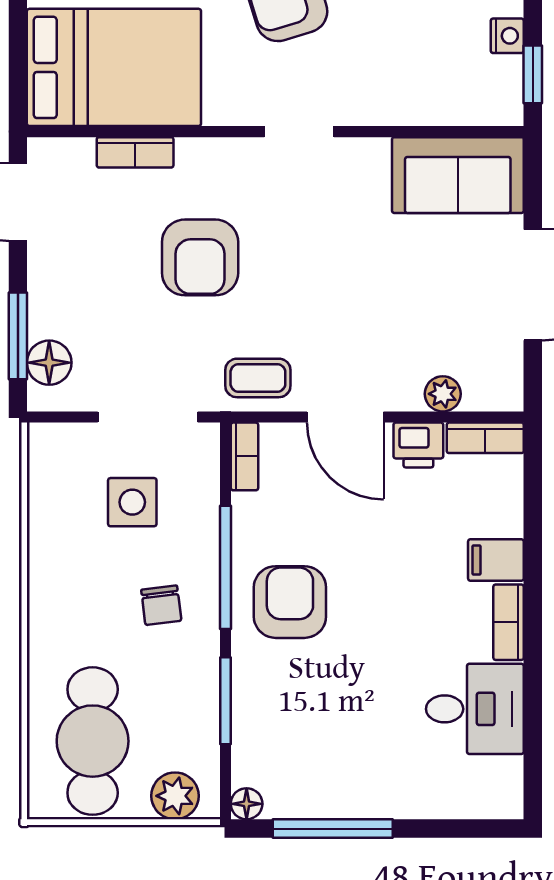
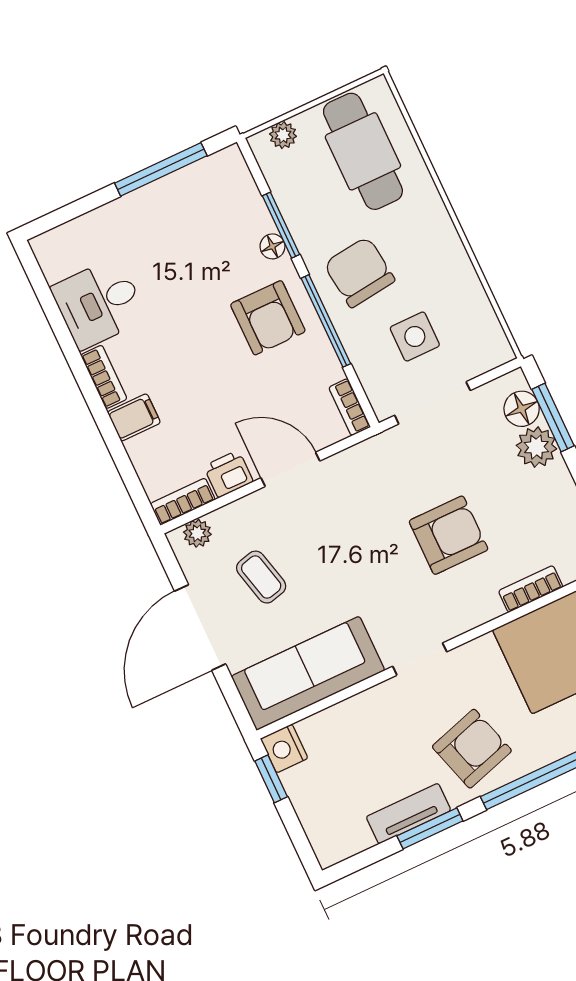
nightstand: (507, 36) -> (284, 748), moved, width x1.39, depth x1.35
sofa: (458, 175) -> (308, 673), width x1.36
armchair: (200, 257) -> (449, 535), turned 90
plant: (53, 311) -> (536, 447), added
coffee table: (258, 378) -> (261, 577), moved, turned 76
plant: (443, 394) -> (197, 533), moved
chair: (161, 605) -> (359, 272), width x1.87, depth x1.87
plant: (175, 796) -> (283, 135), width x0.73, depth x0.73
floor lamp: (247, 804) -> (272, 246), moved

